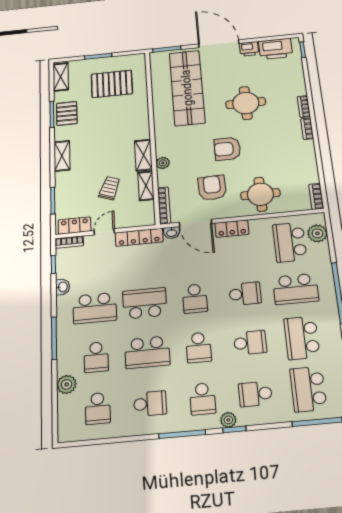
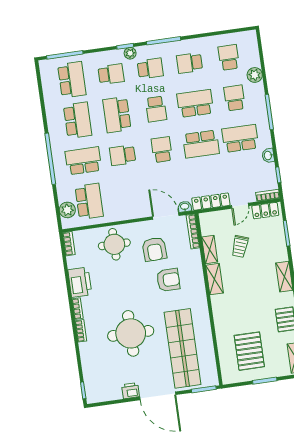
printer: (276, 49) -> (80, 282), moved, turned 90
pallet: (112, 84) -> (249, 351), turned 90
round table: (246, 103) -> (131, 333), width x1.36, depth x1.36
armchair: (227, 149) -> (168, 280), moved
plant: (163, 163) -> (197, 272), removed
locker: (232, 229) -> (136, 212), removed
school desk: (250, 343) -> (117, 115), width x1.85
school desk: (199, 347) -> (156, 109), turned 180
school desk: (203, 399) -> (150, 69), turned 90

